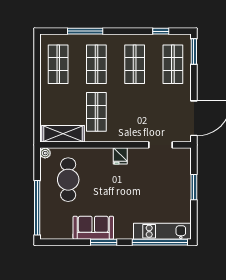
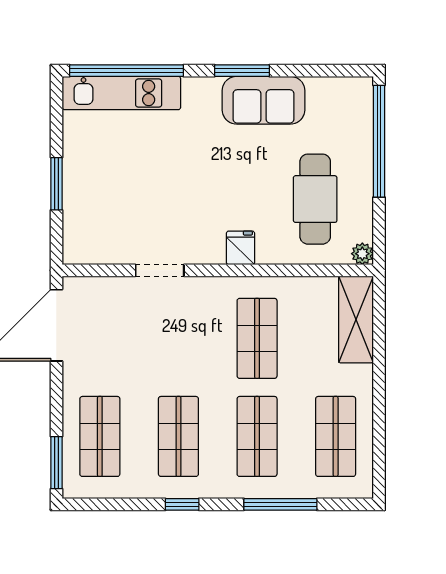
window: (161, 31) -> (182, 504), moved
shelving: (63, 134) -> (356, 319), moved, turned 90
doorway: (160, 145) -> (160, 270), moved
fridge: (120, 156) -> (240, 248), moved

